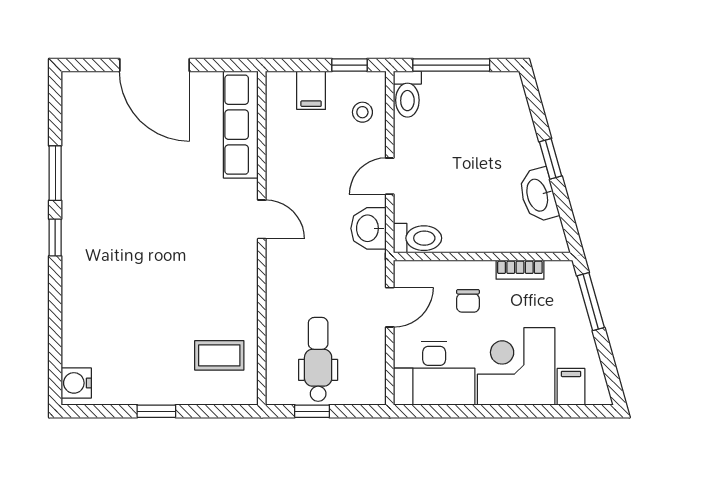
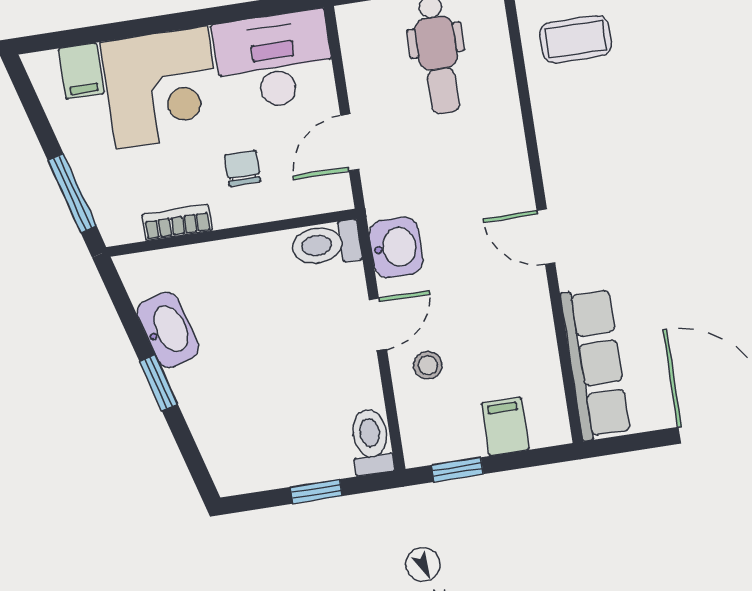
window: (451, 65) -> (316, 491), width x0.46
stool: (362, 112) -> (428, 365), moved

